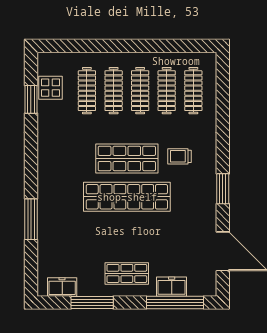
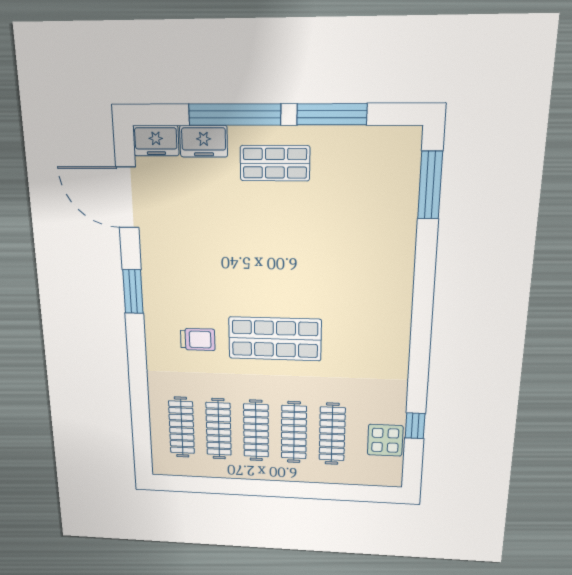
window: (31, 99) -> (415, 426), width x0.67
shop shelf: (127, 197) -> (275, 283), removed
window: (31, 219) -> (430, 185), moved
freezer: (62, 287) -> (156, 141), moved
window: (175, 303) -> (235, 115), moved

